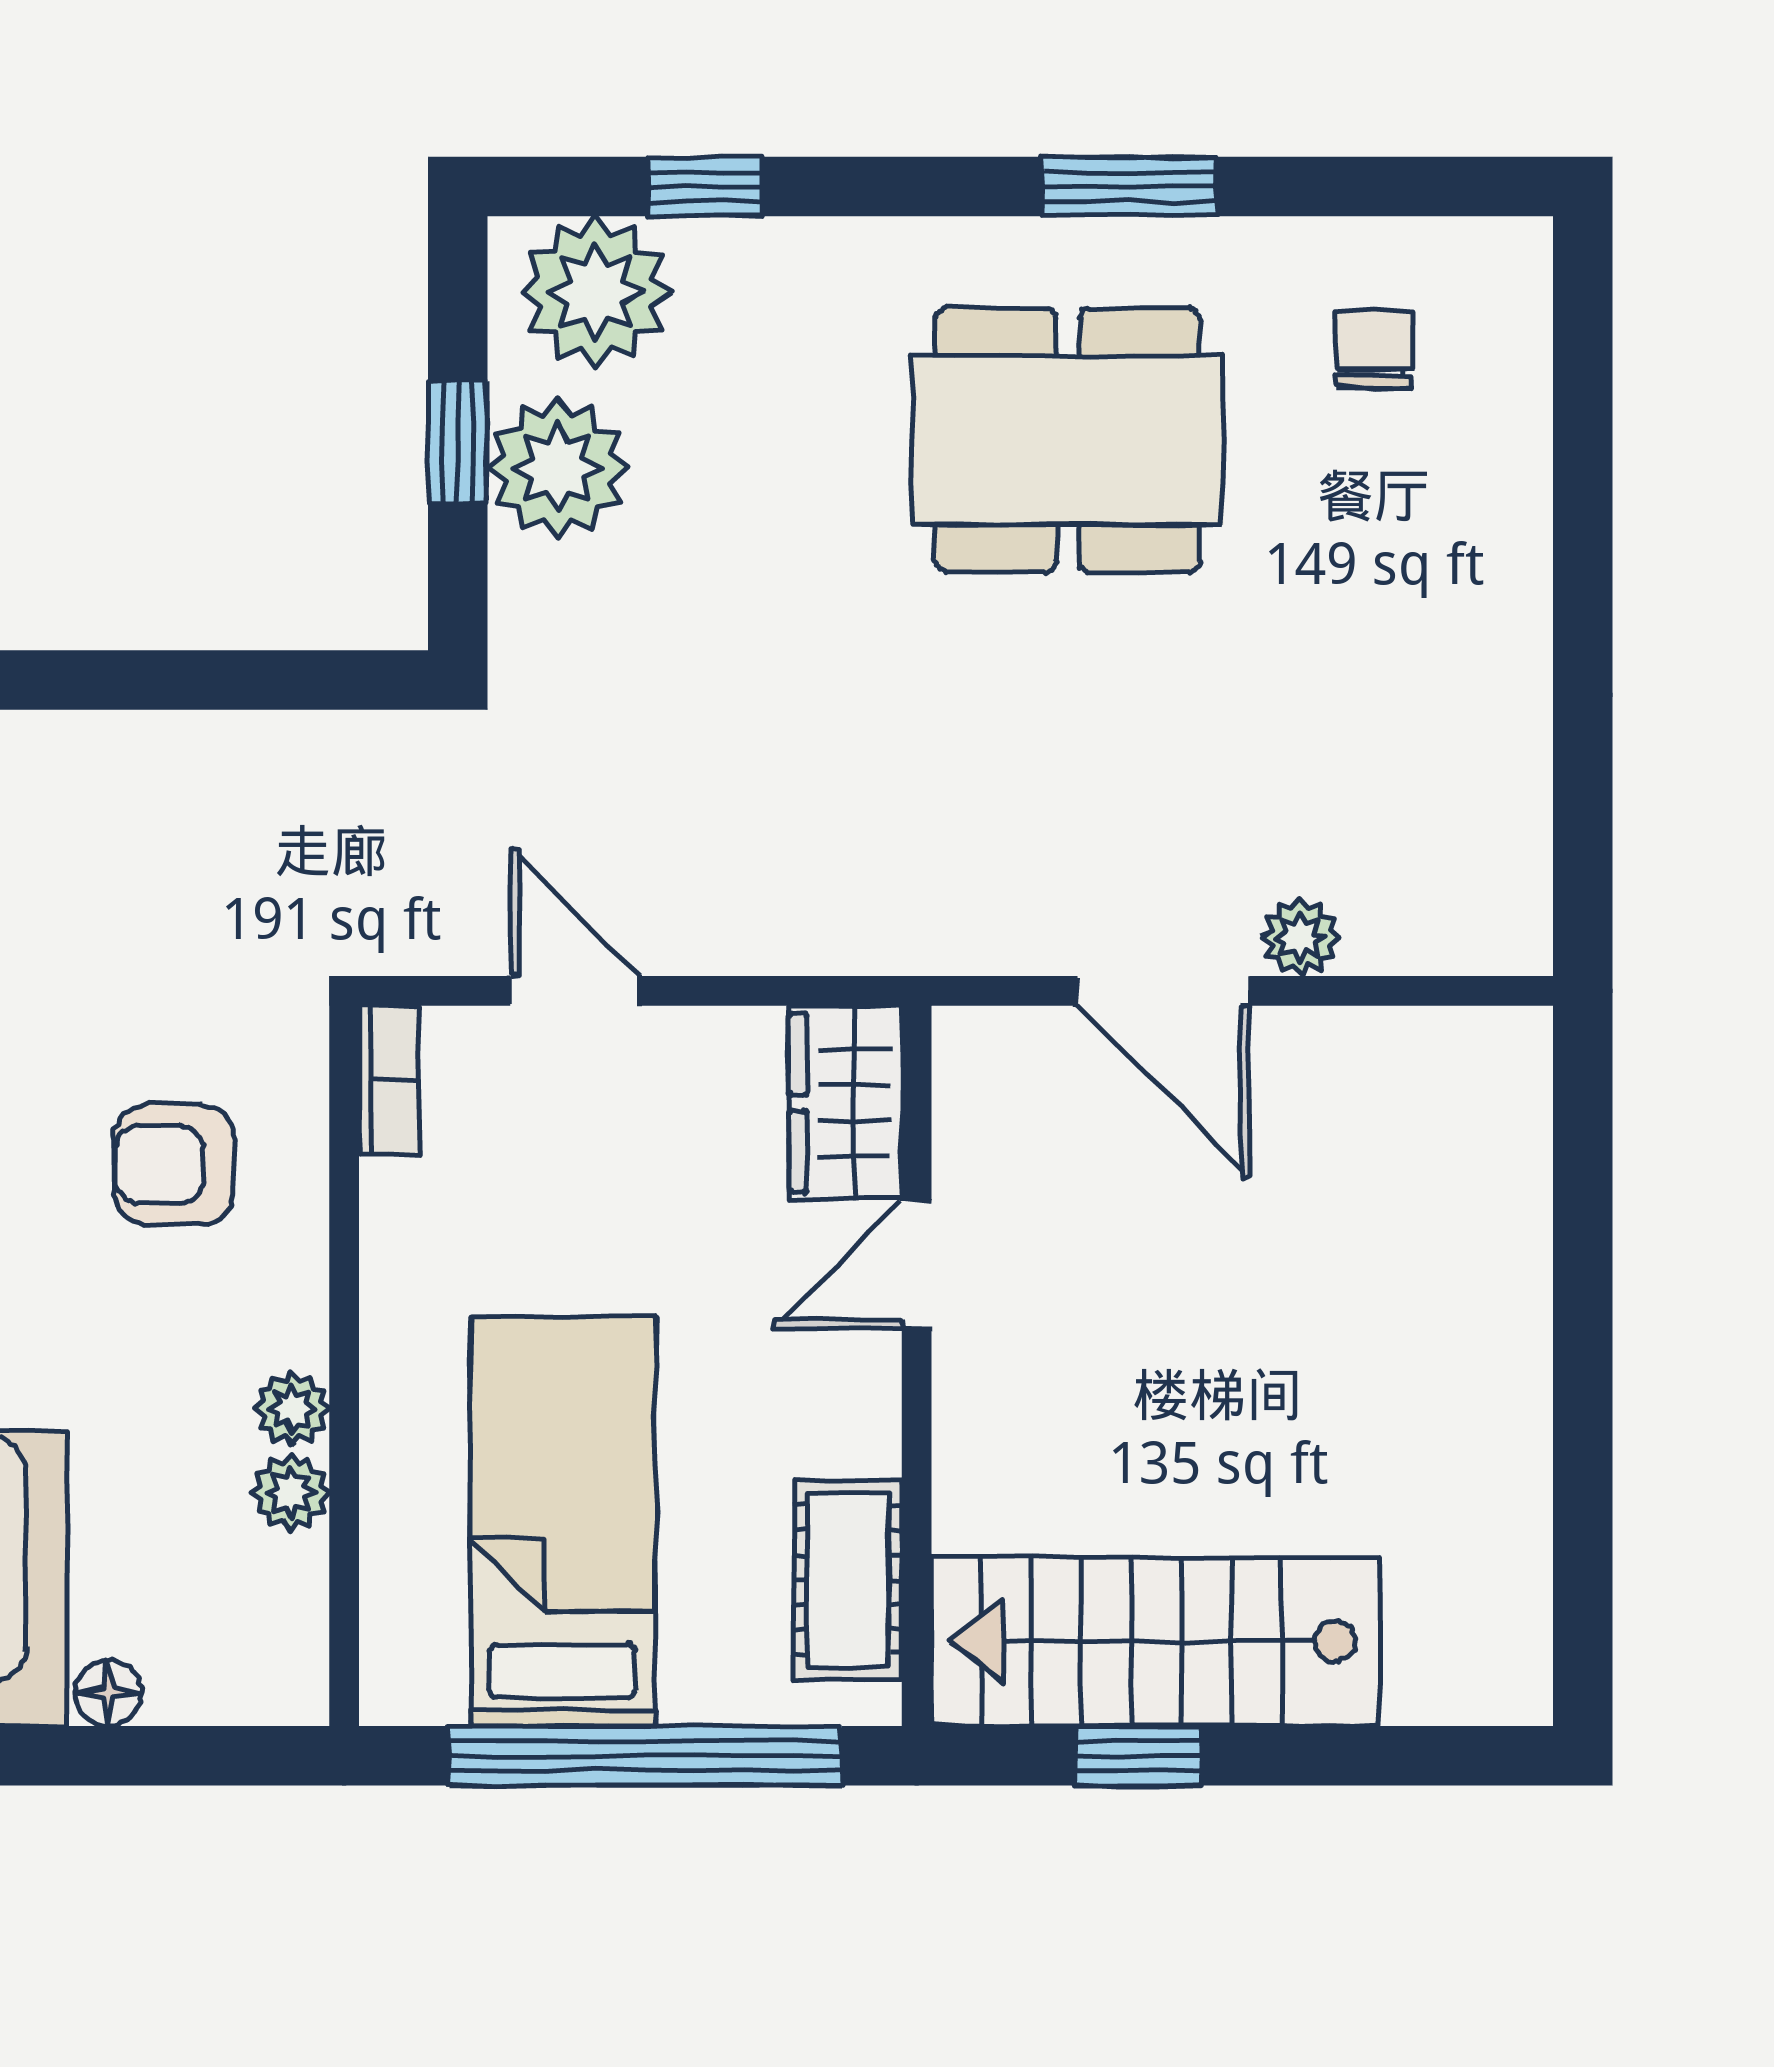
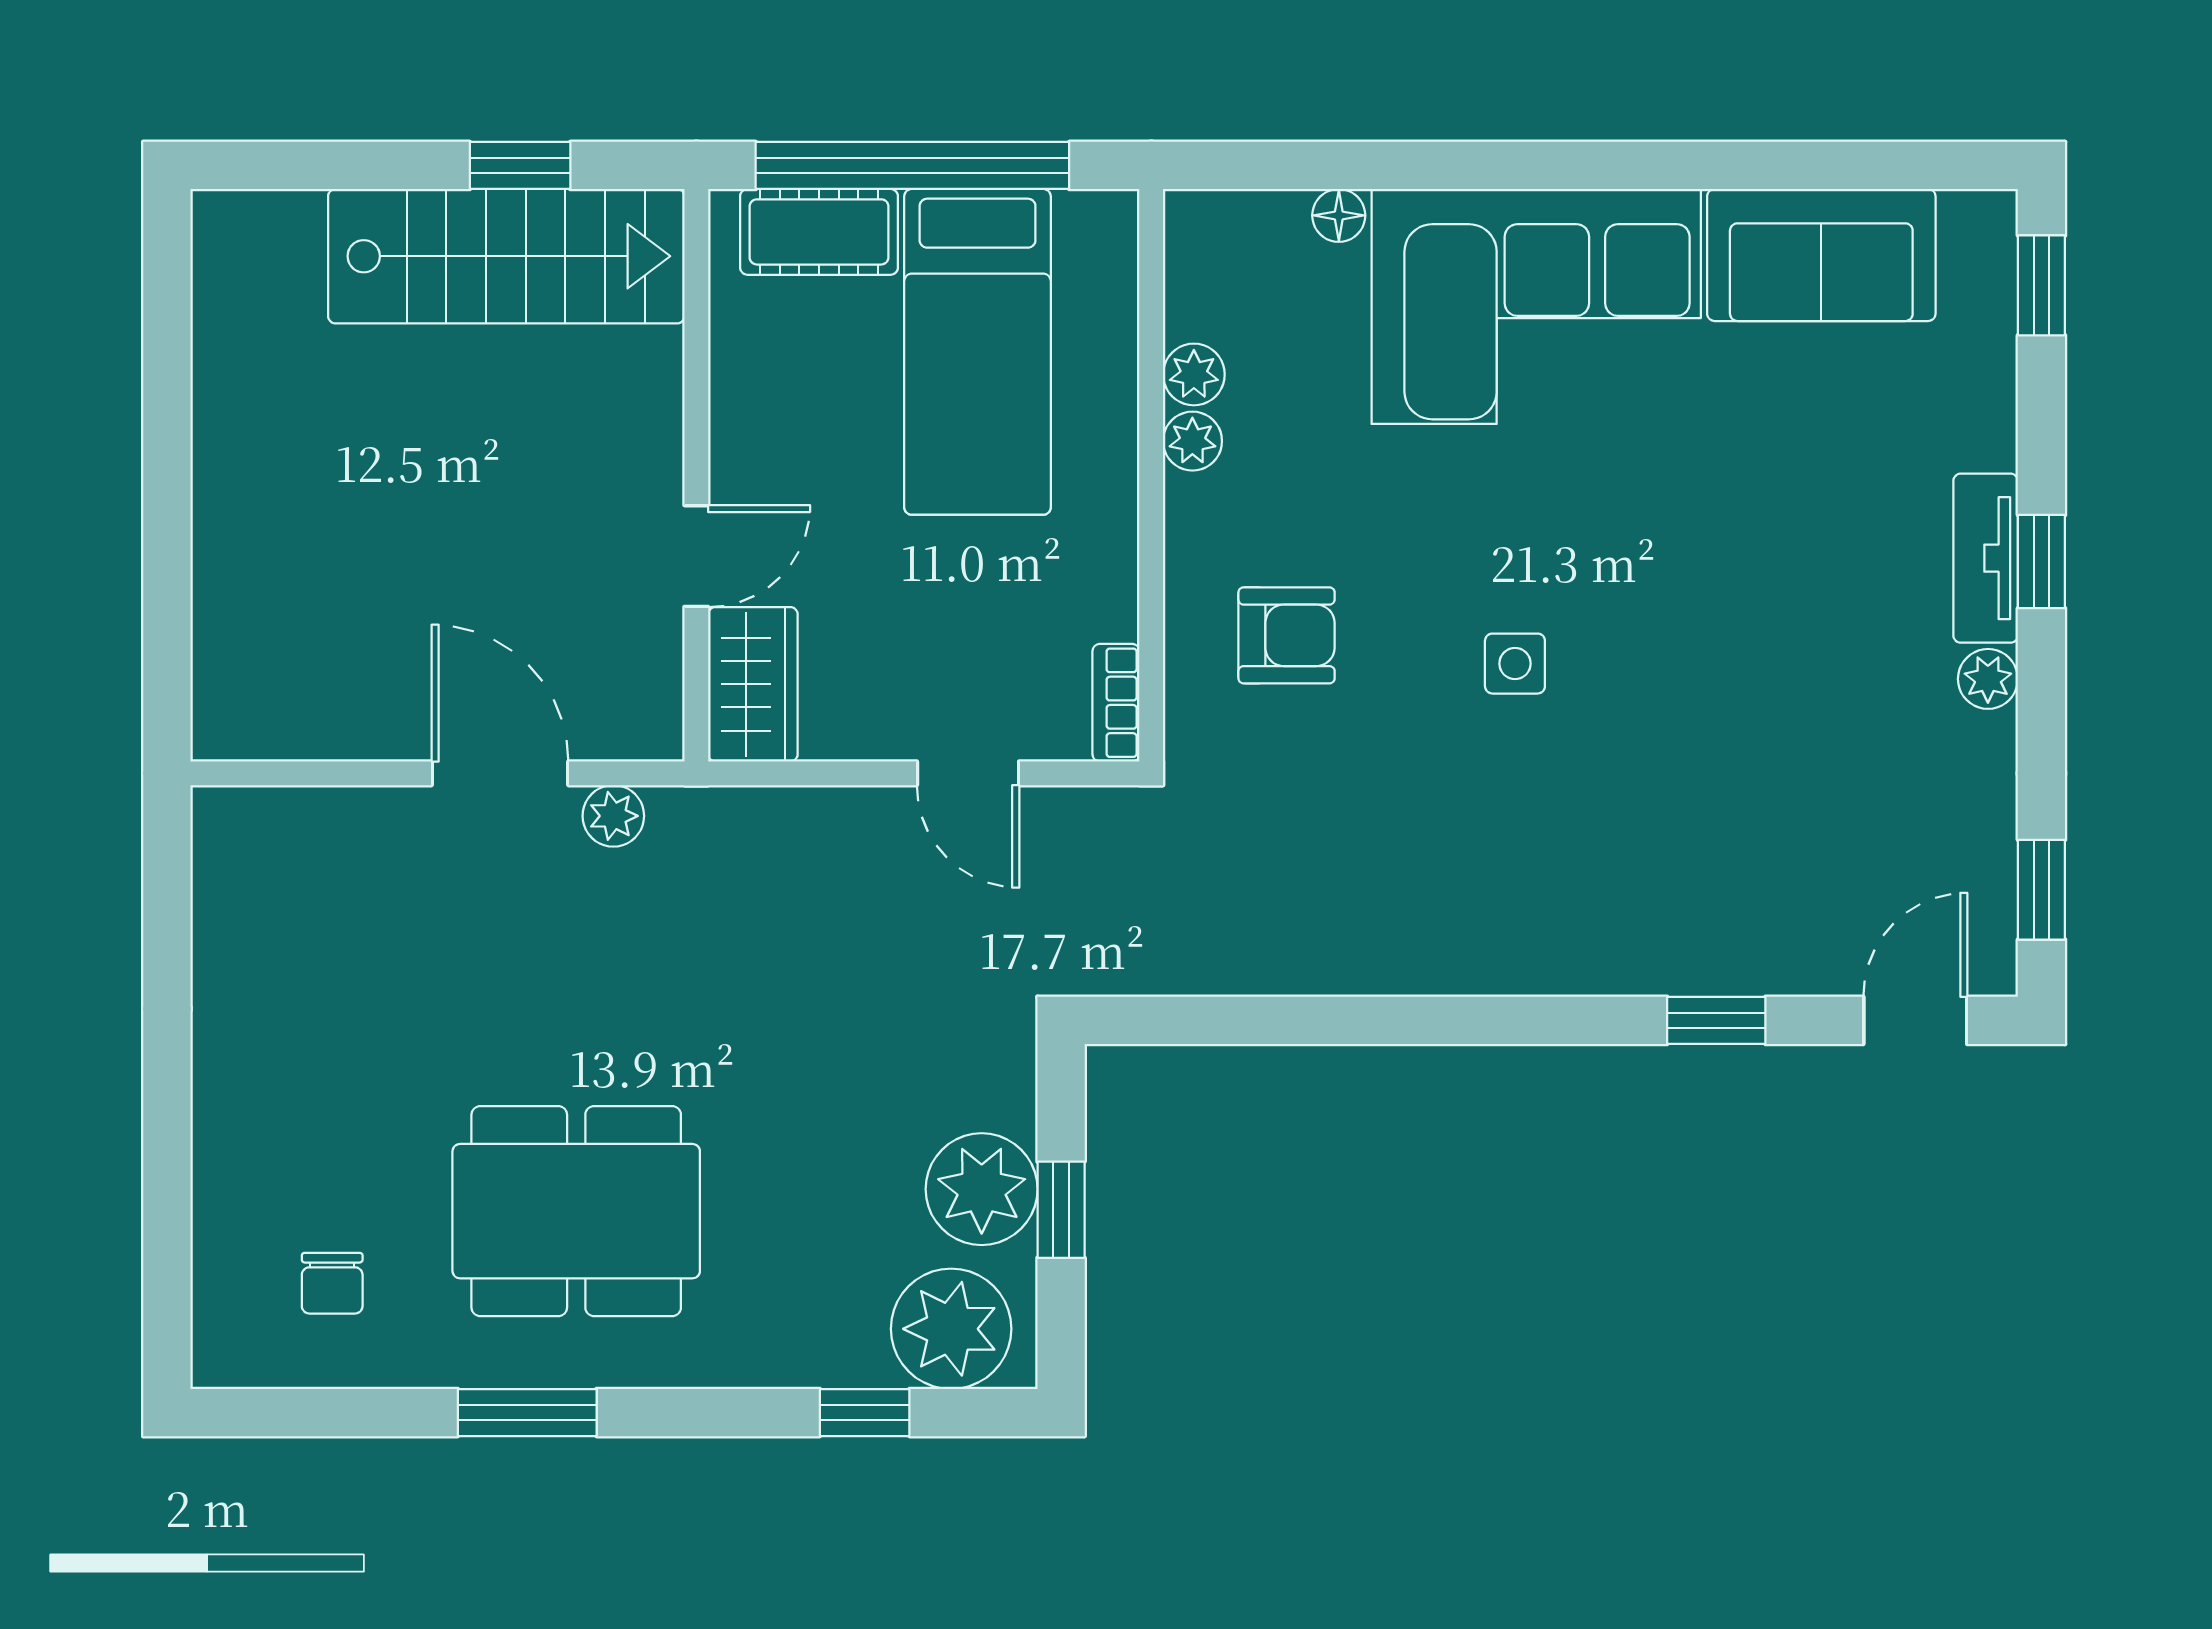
plant: (1300, 937) -> (613, 816), moved
cot: (848, 1580) -> (819, 232), moved, turned 90

